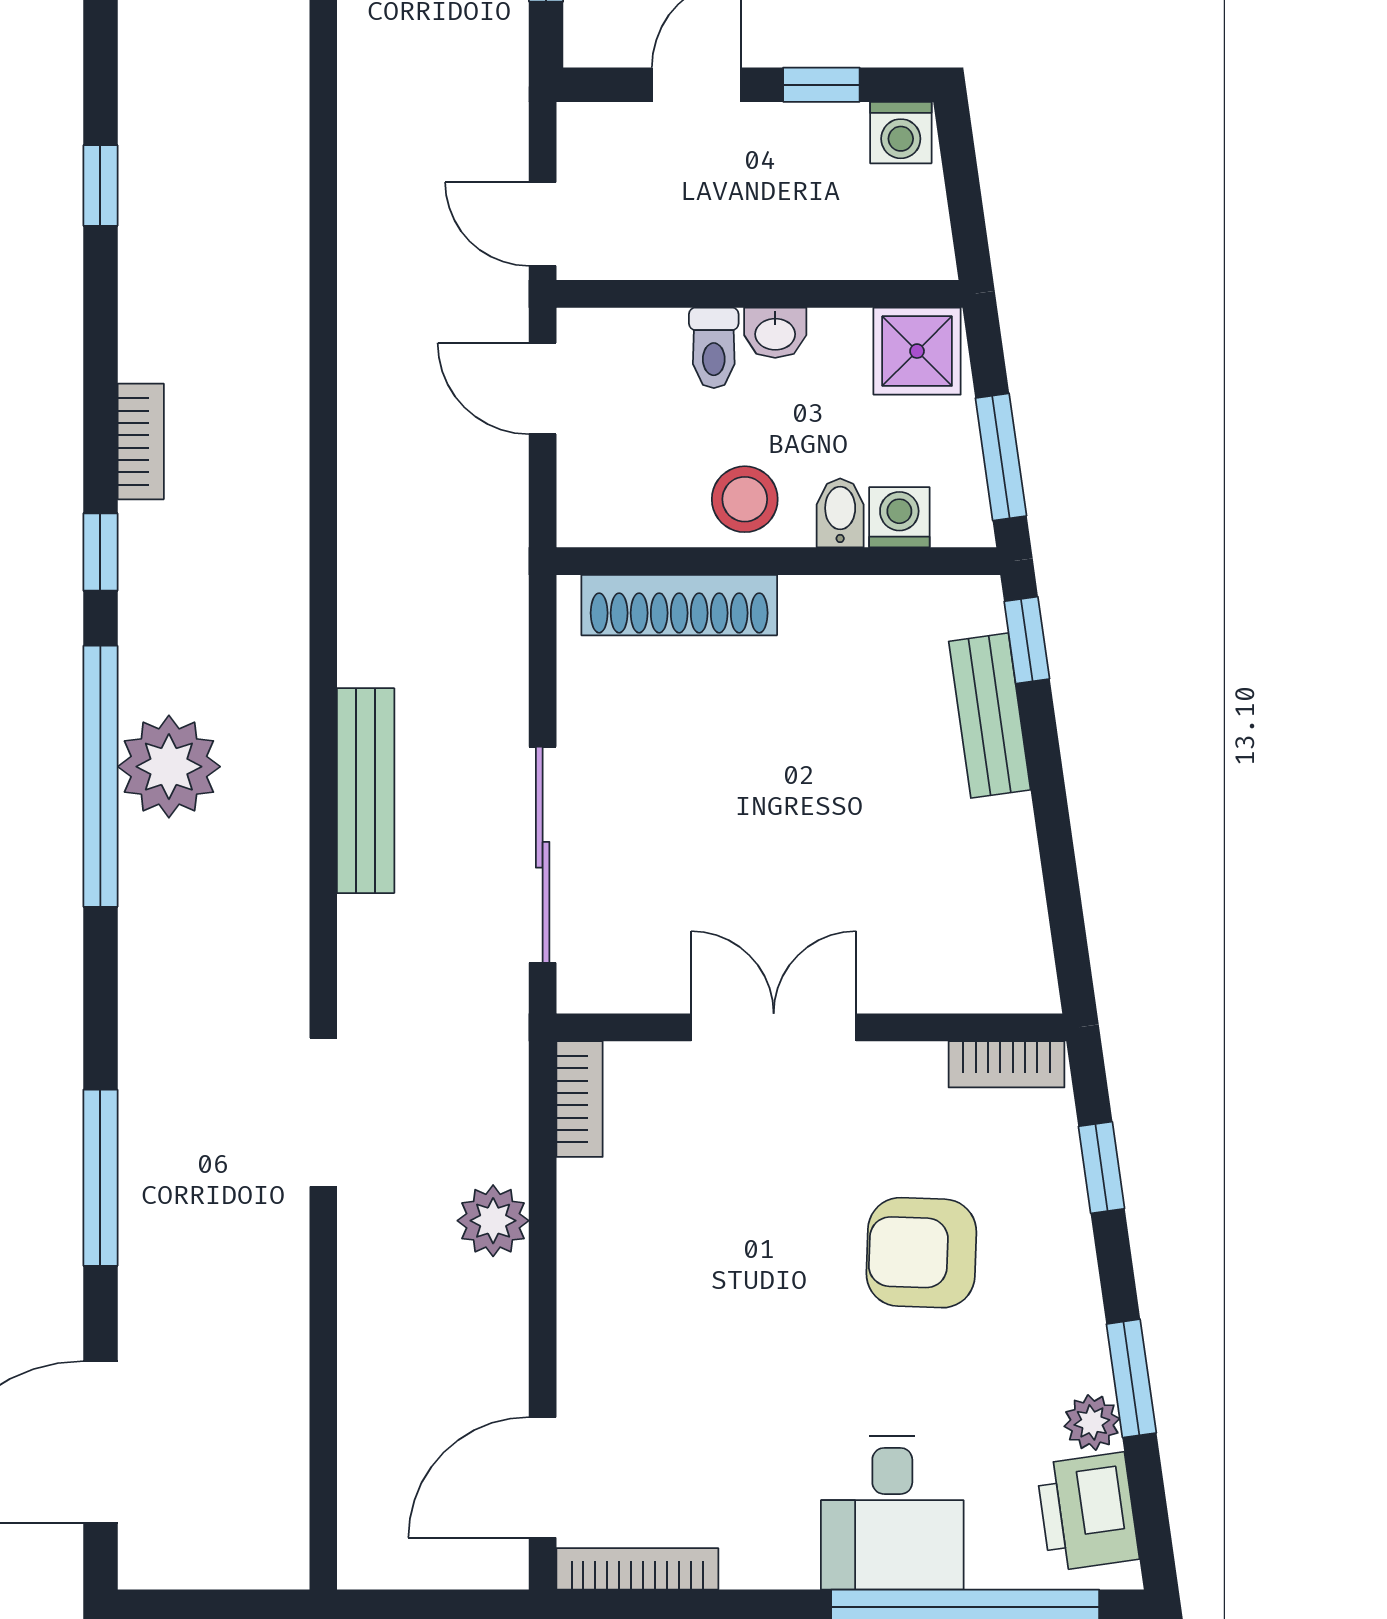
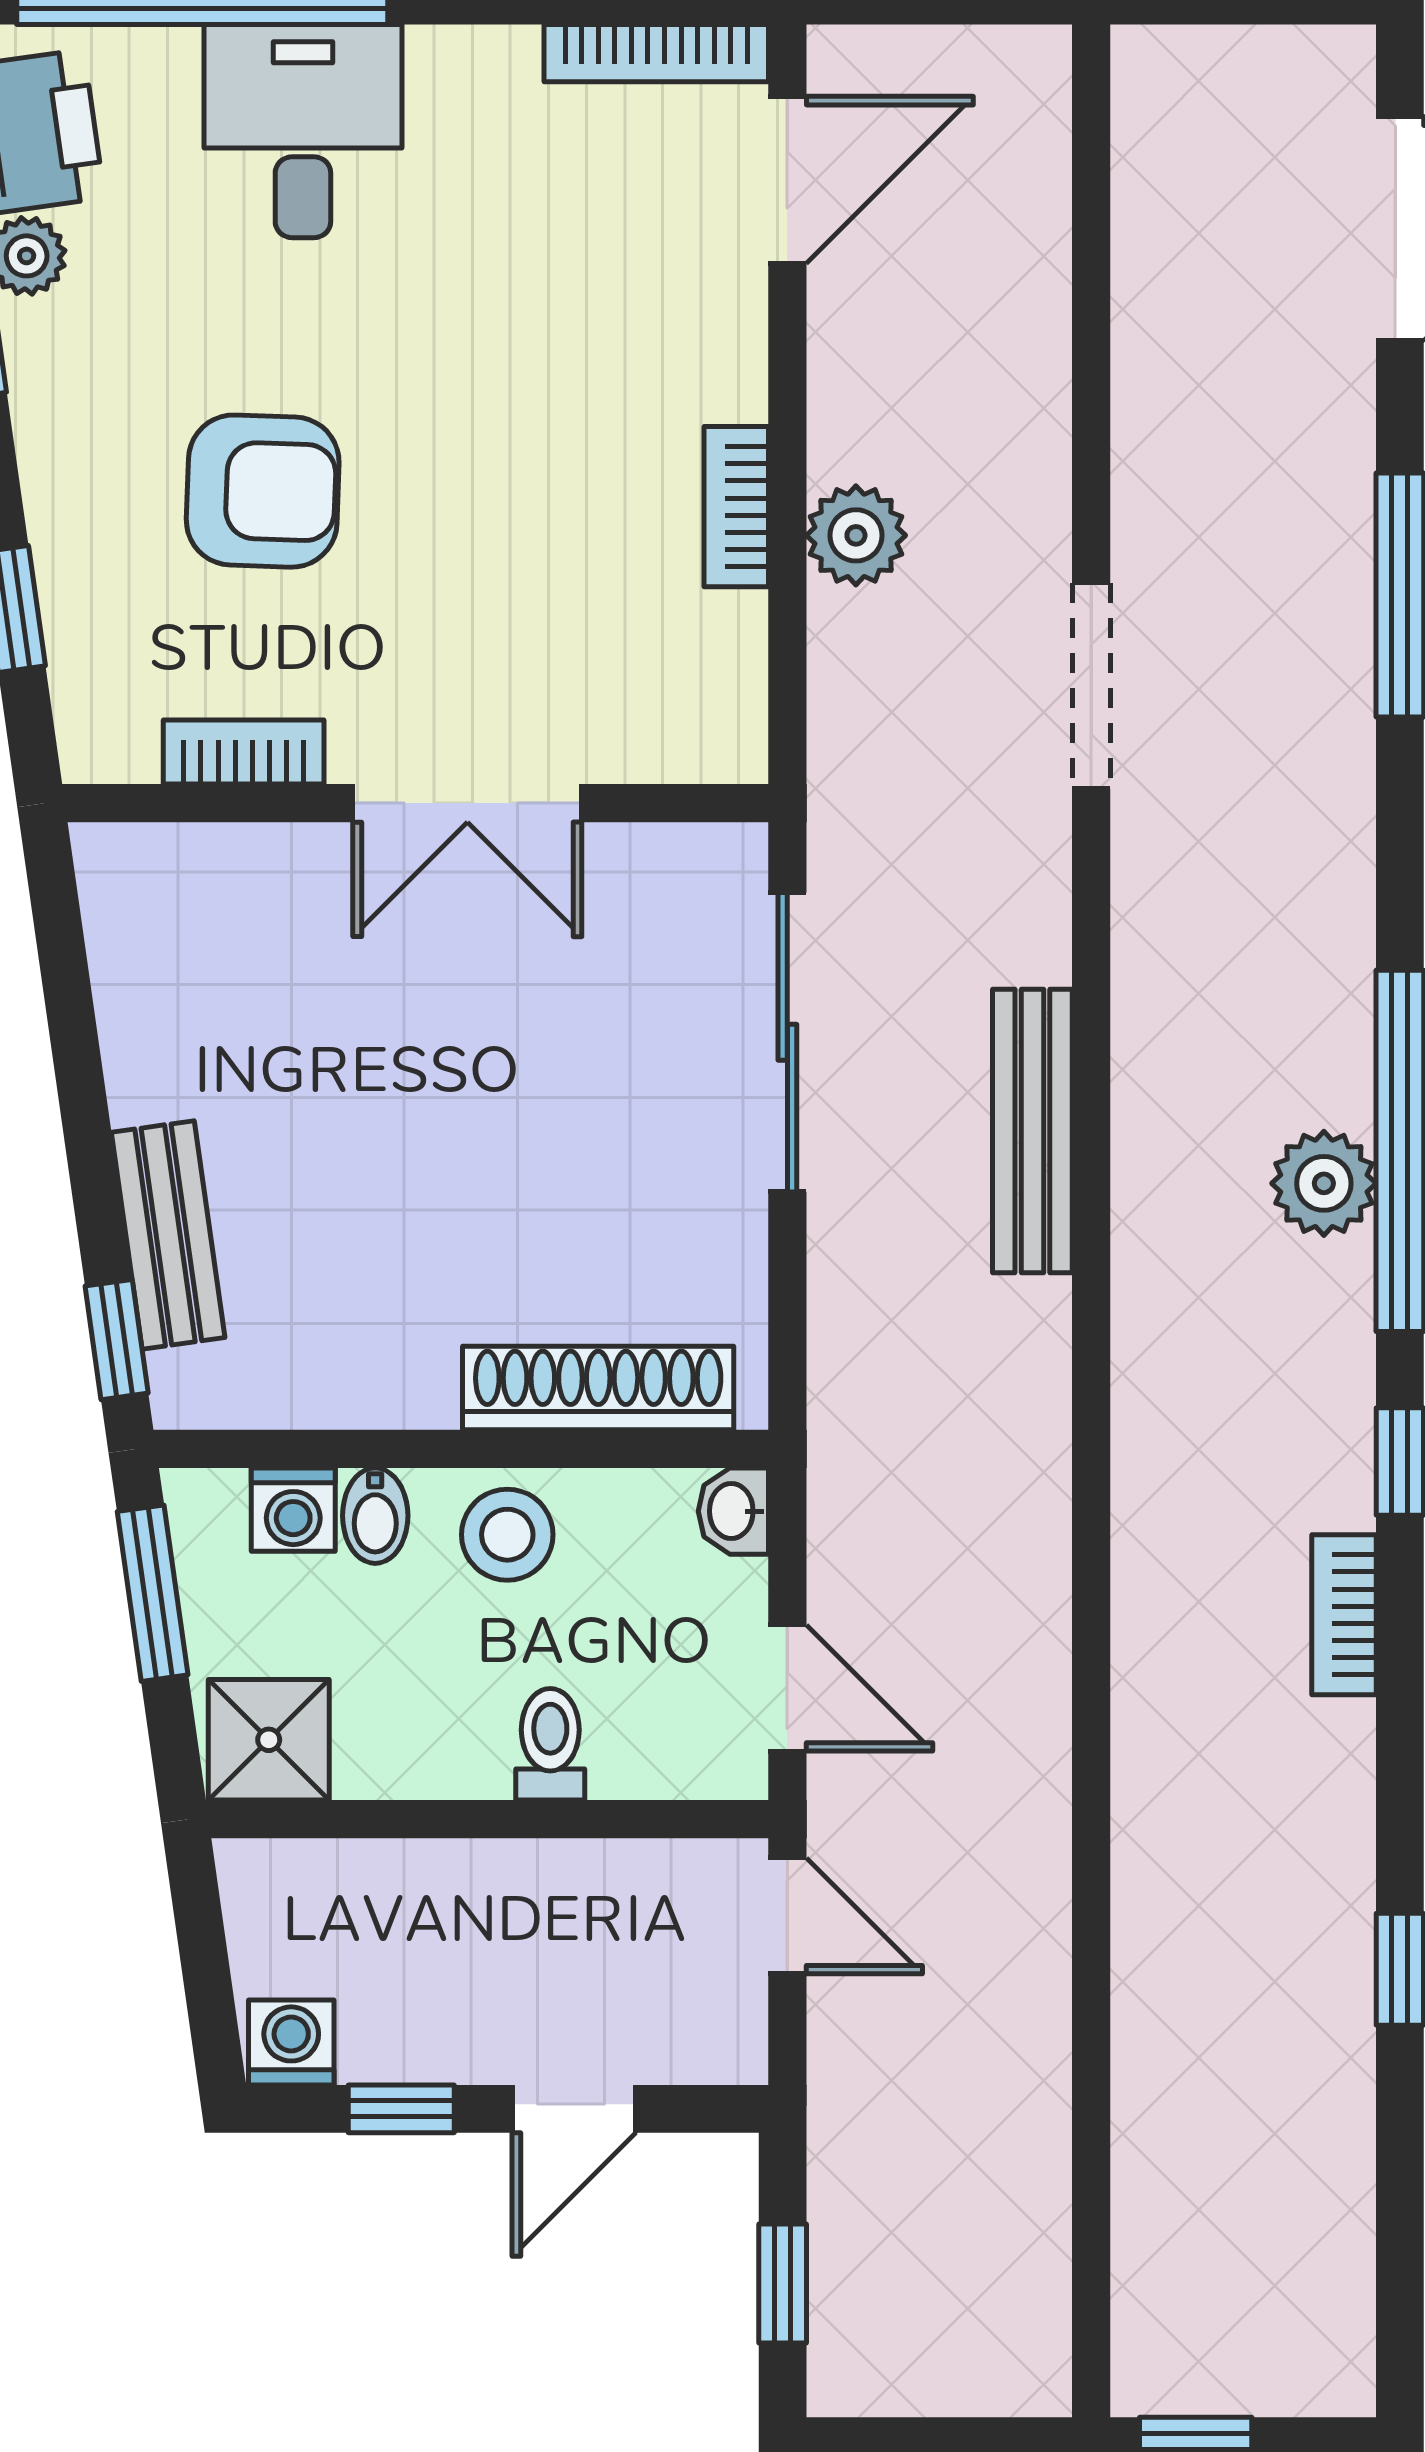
washbasin: (775, 333) -> (733, 1511), moved, turned -90
plant: (169, 767) -> (1324, 1183), width x0.73, depth x0.73
bookcase: (1006, 1064) -> (244, 752), moved
bookcase: (579, 1099) -> (736, 507), moved

